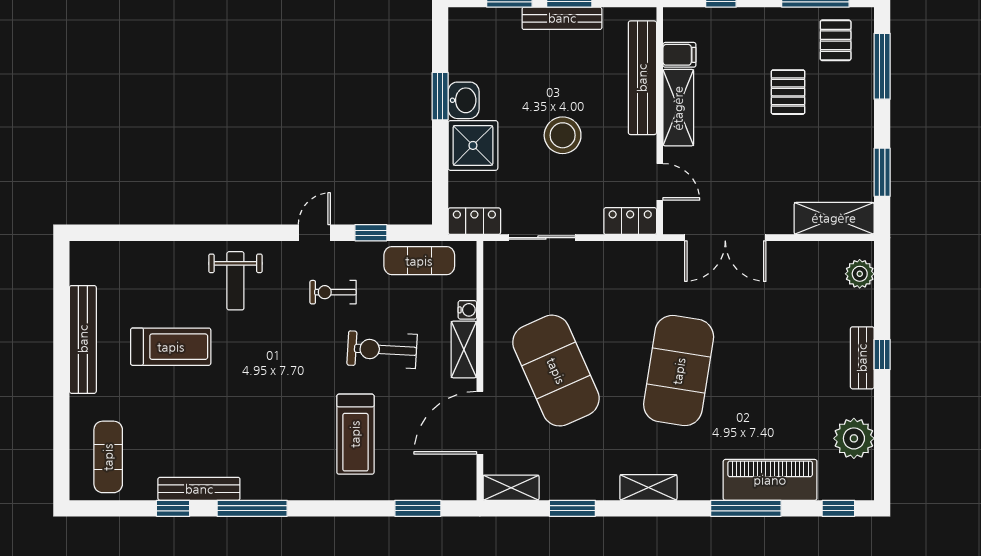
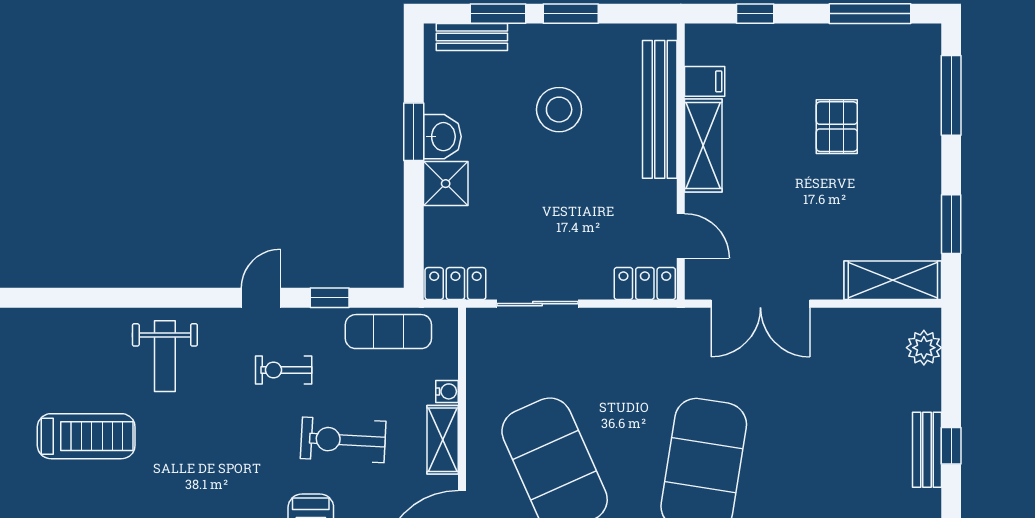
bench: (562, 18) -> (472, 37), moved, width x0.73
pallet: (836, 40) -> (895, 64), removed
stool: (563, 135) -> (559, 110), moved
shower: (473, 145) -> (446, 184), width x0.73, depth x0.73

